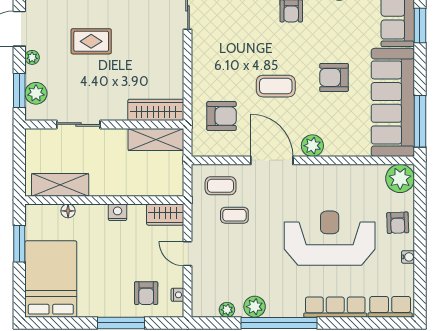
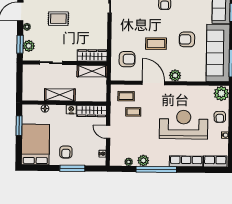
shelving: (60, 185) -> (60, 95), moved
wardrobe: (165, 215) -> (92, 111), width x1.50
armchair: (146, 293) -> (66, 152), moved

